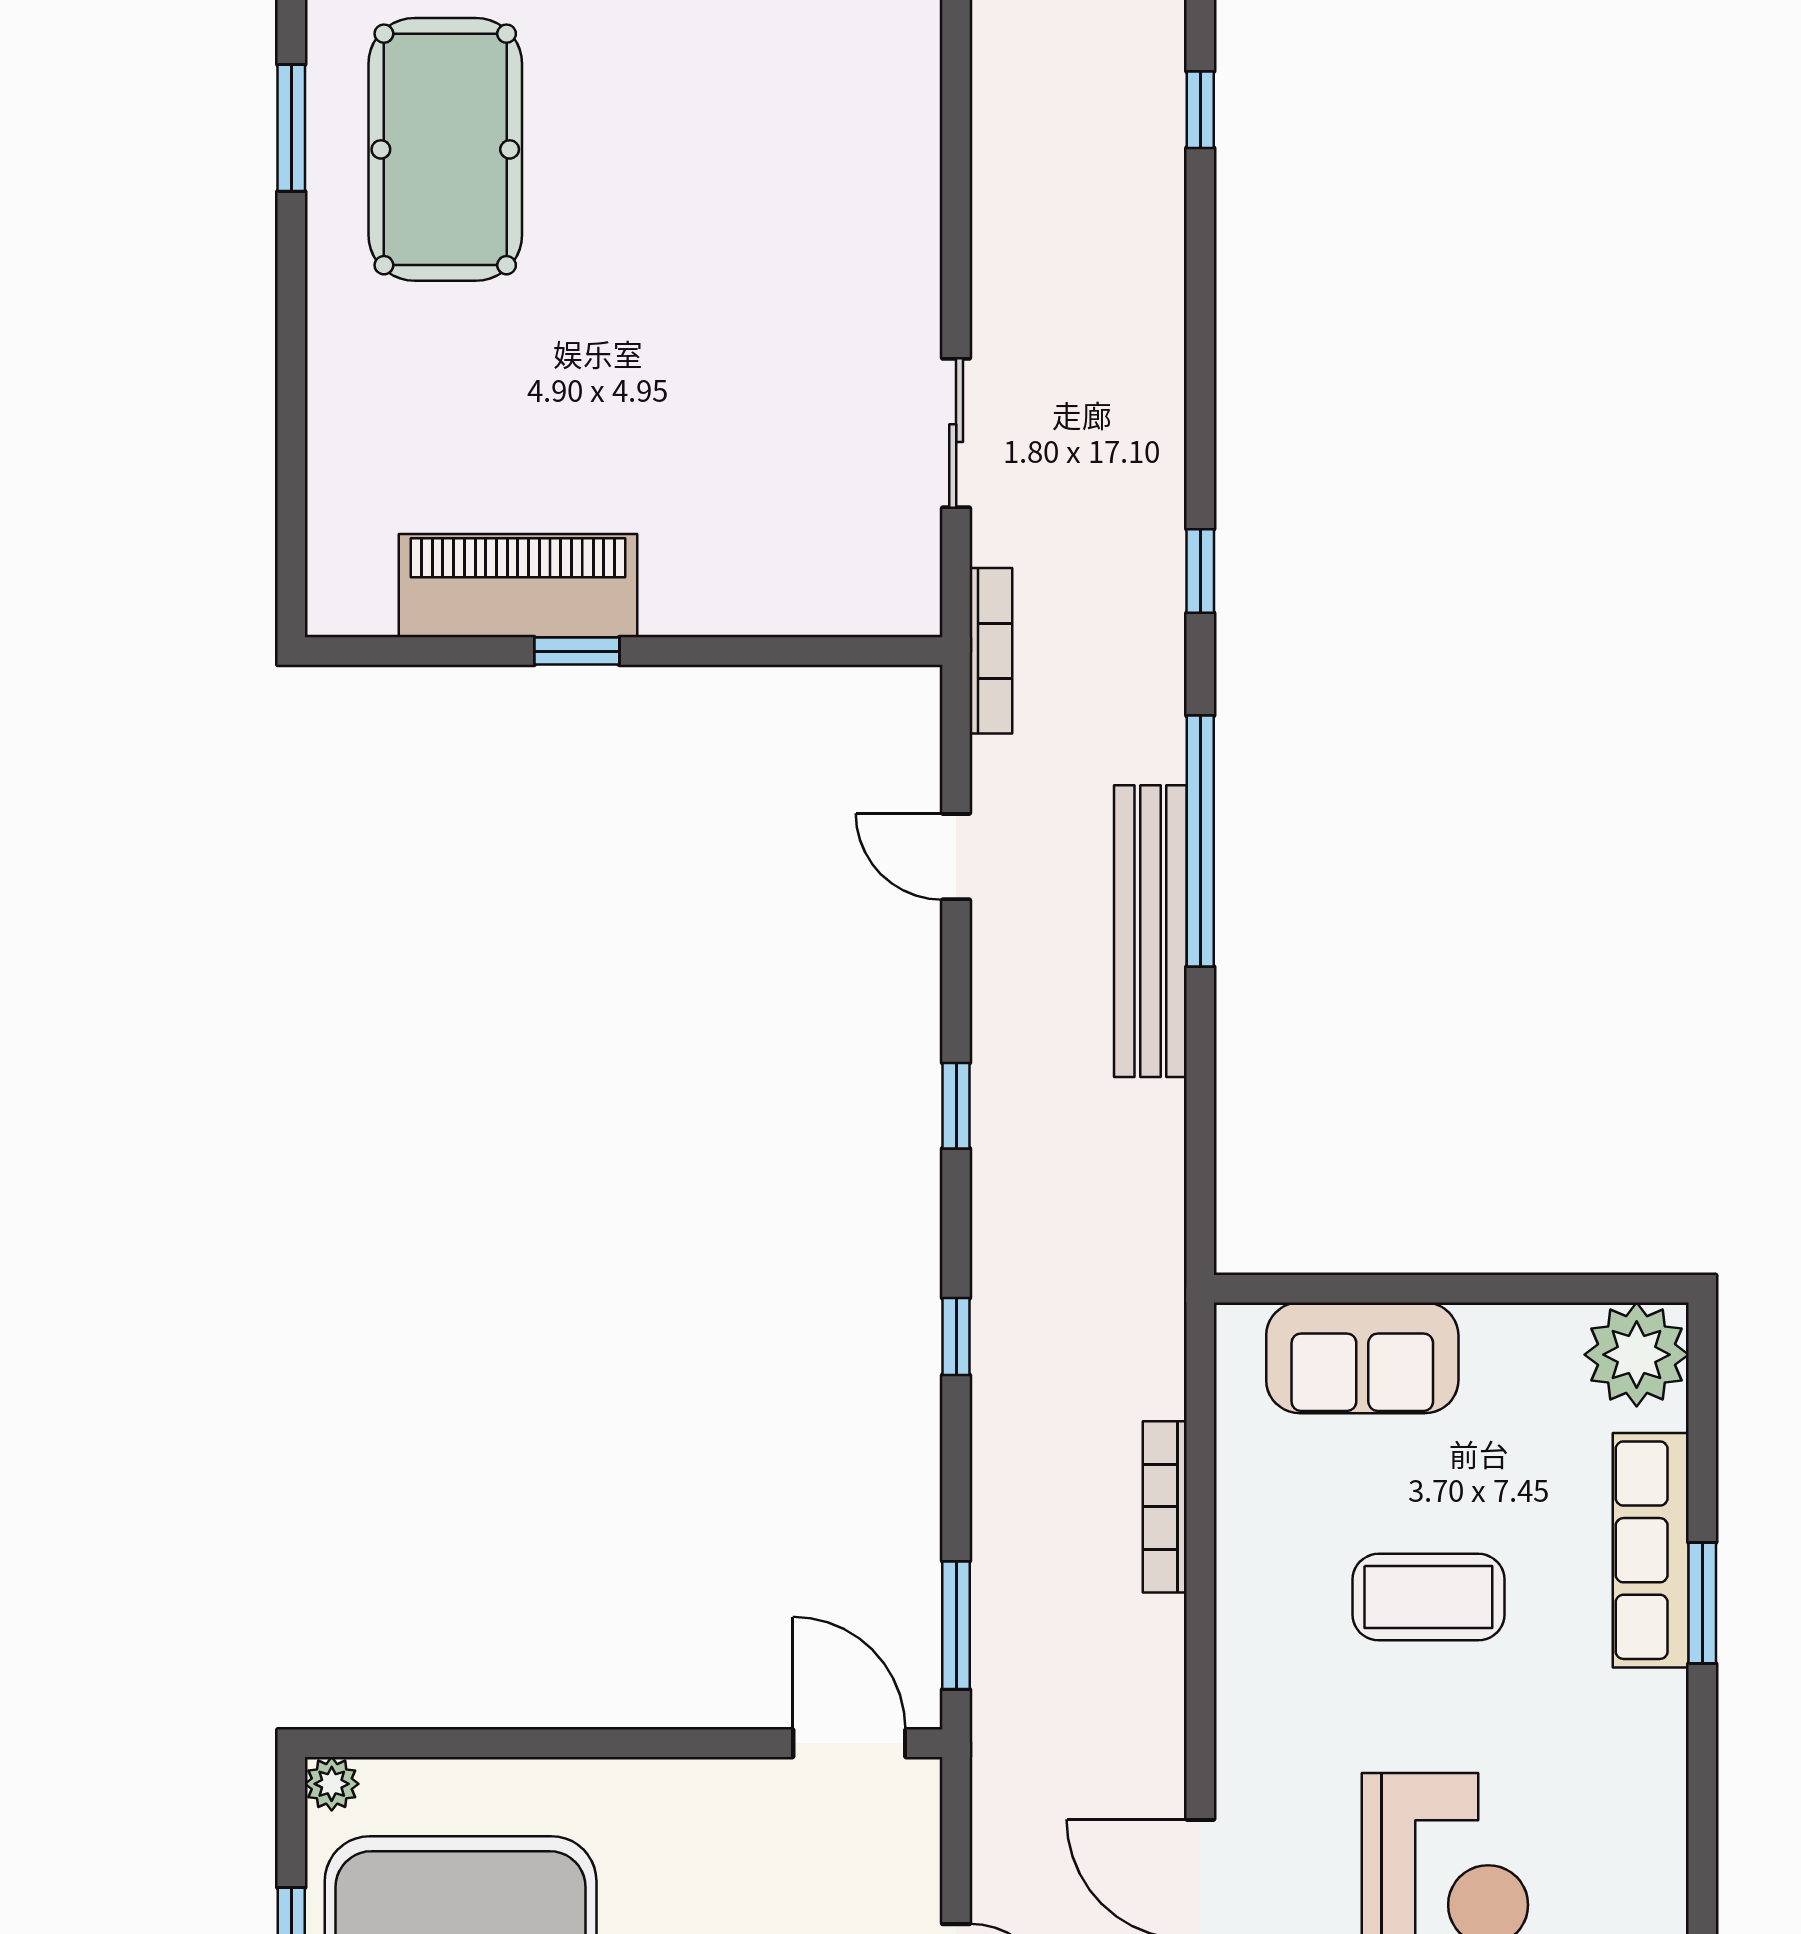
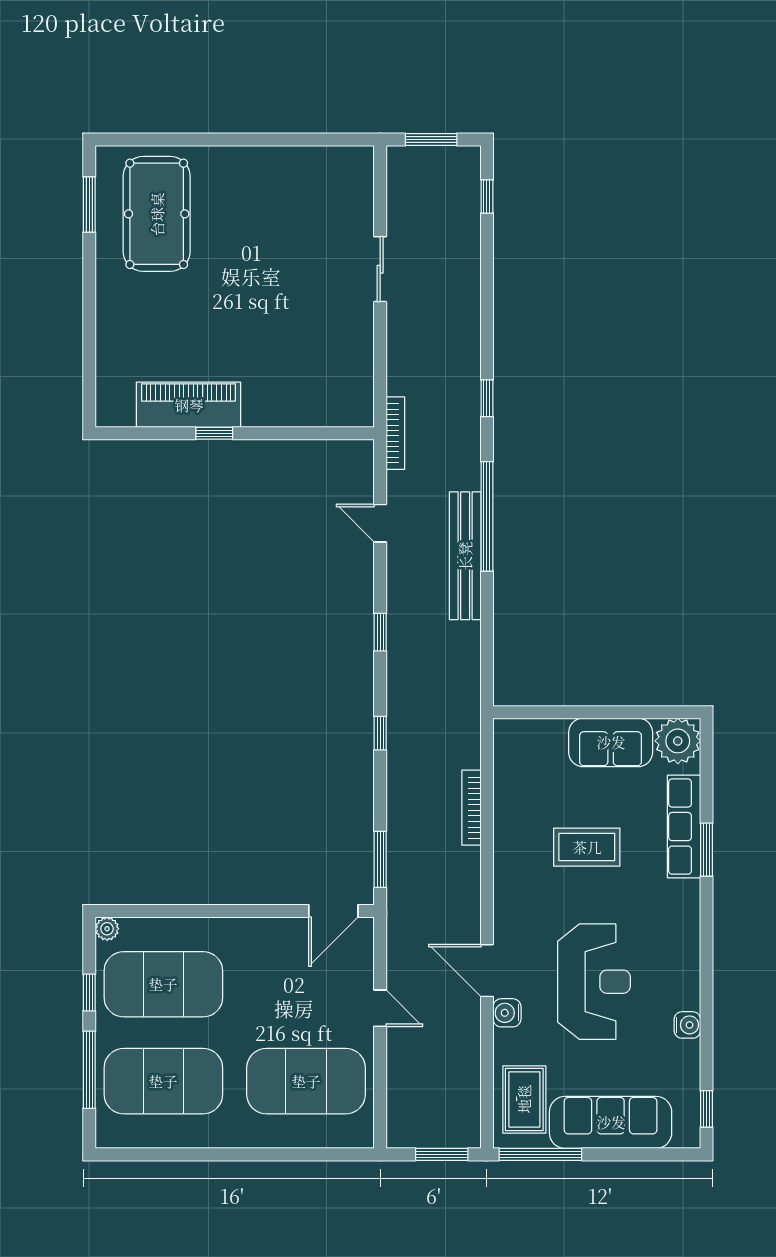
sliding door: (956, 433) -> (380, 269), moved
sofa: (1362, 1358) -> (611, 742), moved
door: (849, 1743) -> (333, 911), swing flipped

